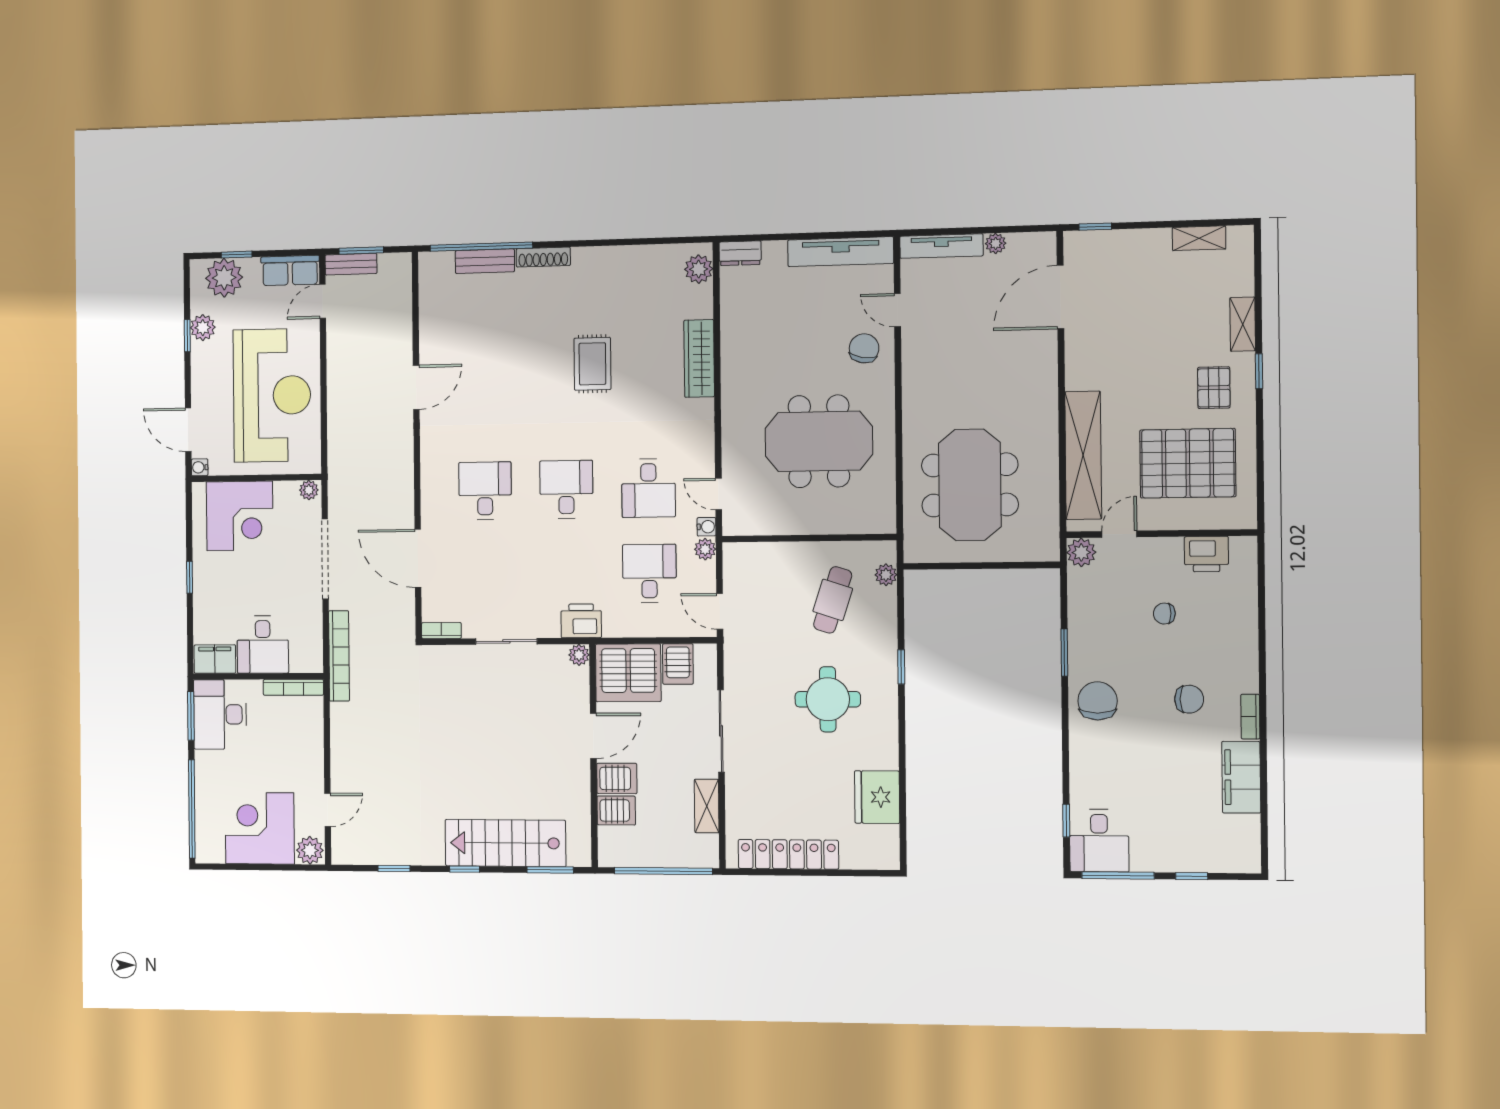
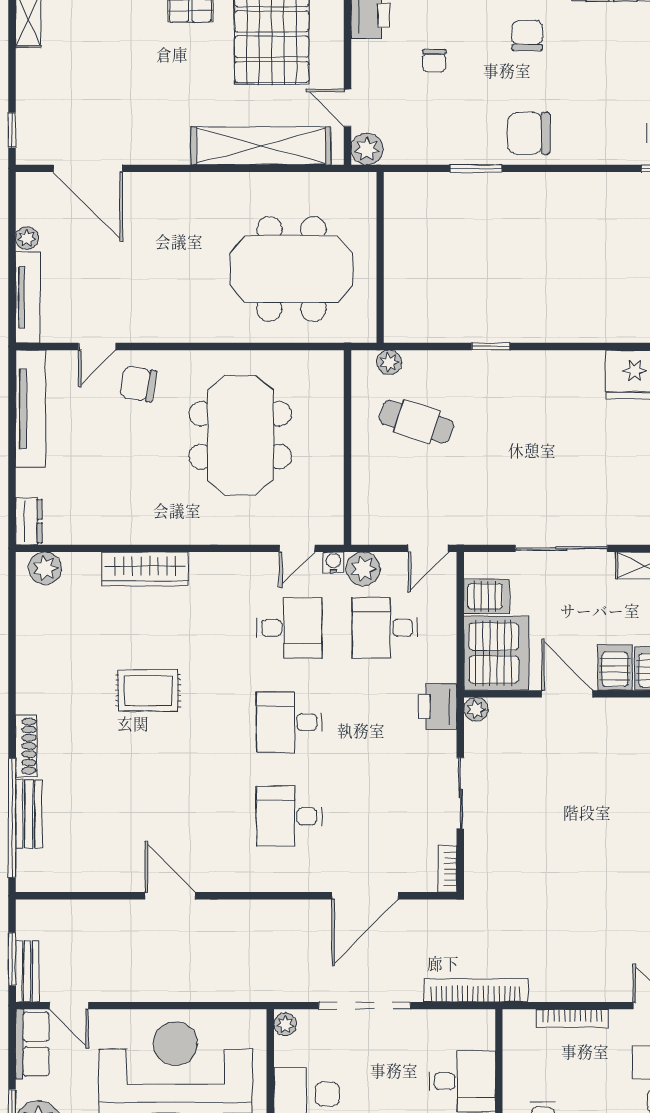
plant: (705, 549) -> (363, 569), width x1.38, depth x1.38
bookcase: (293, 687) -> (572, 1018), moved, turned 90
round table: (828, 699) -> (526, 428), removed

